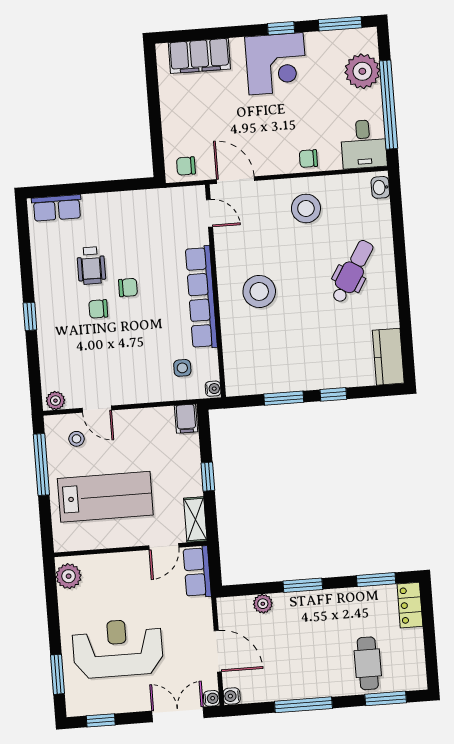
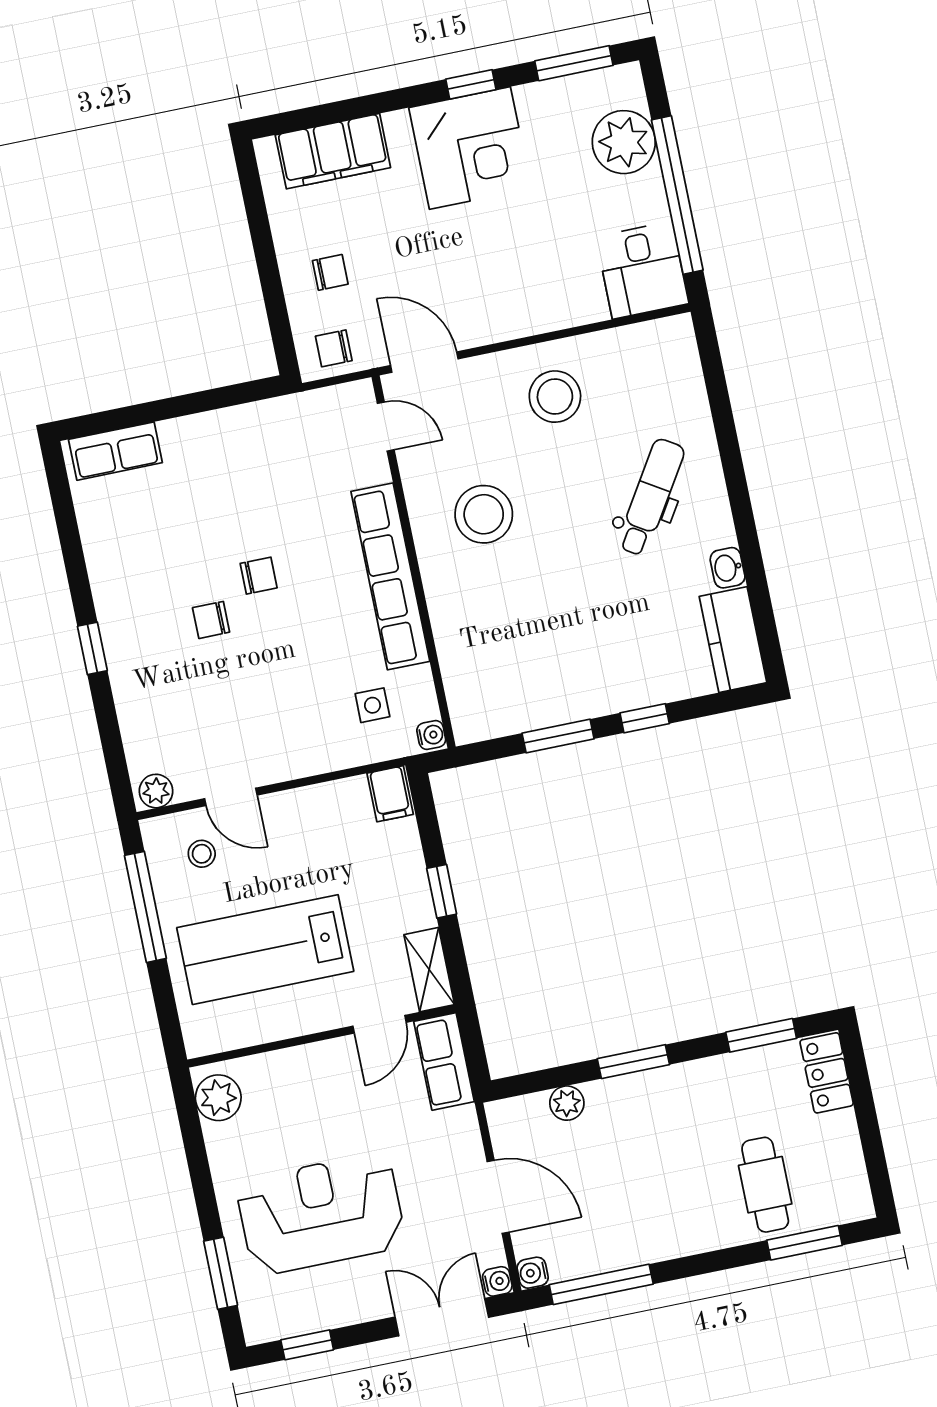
chair: (308, 159) -> (330, 272), moved, turned 180
washbasin: (380, 187) -> (728, 568), moved
wheelchair: (91, 266) -> (189, 545), removed
stool: (259, 291) -> (484, 514), moved
lab bench: (105, 497) -> (265, 950), turned 180
window: (303, 705) -> (601, 1284), moved

